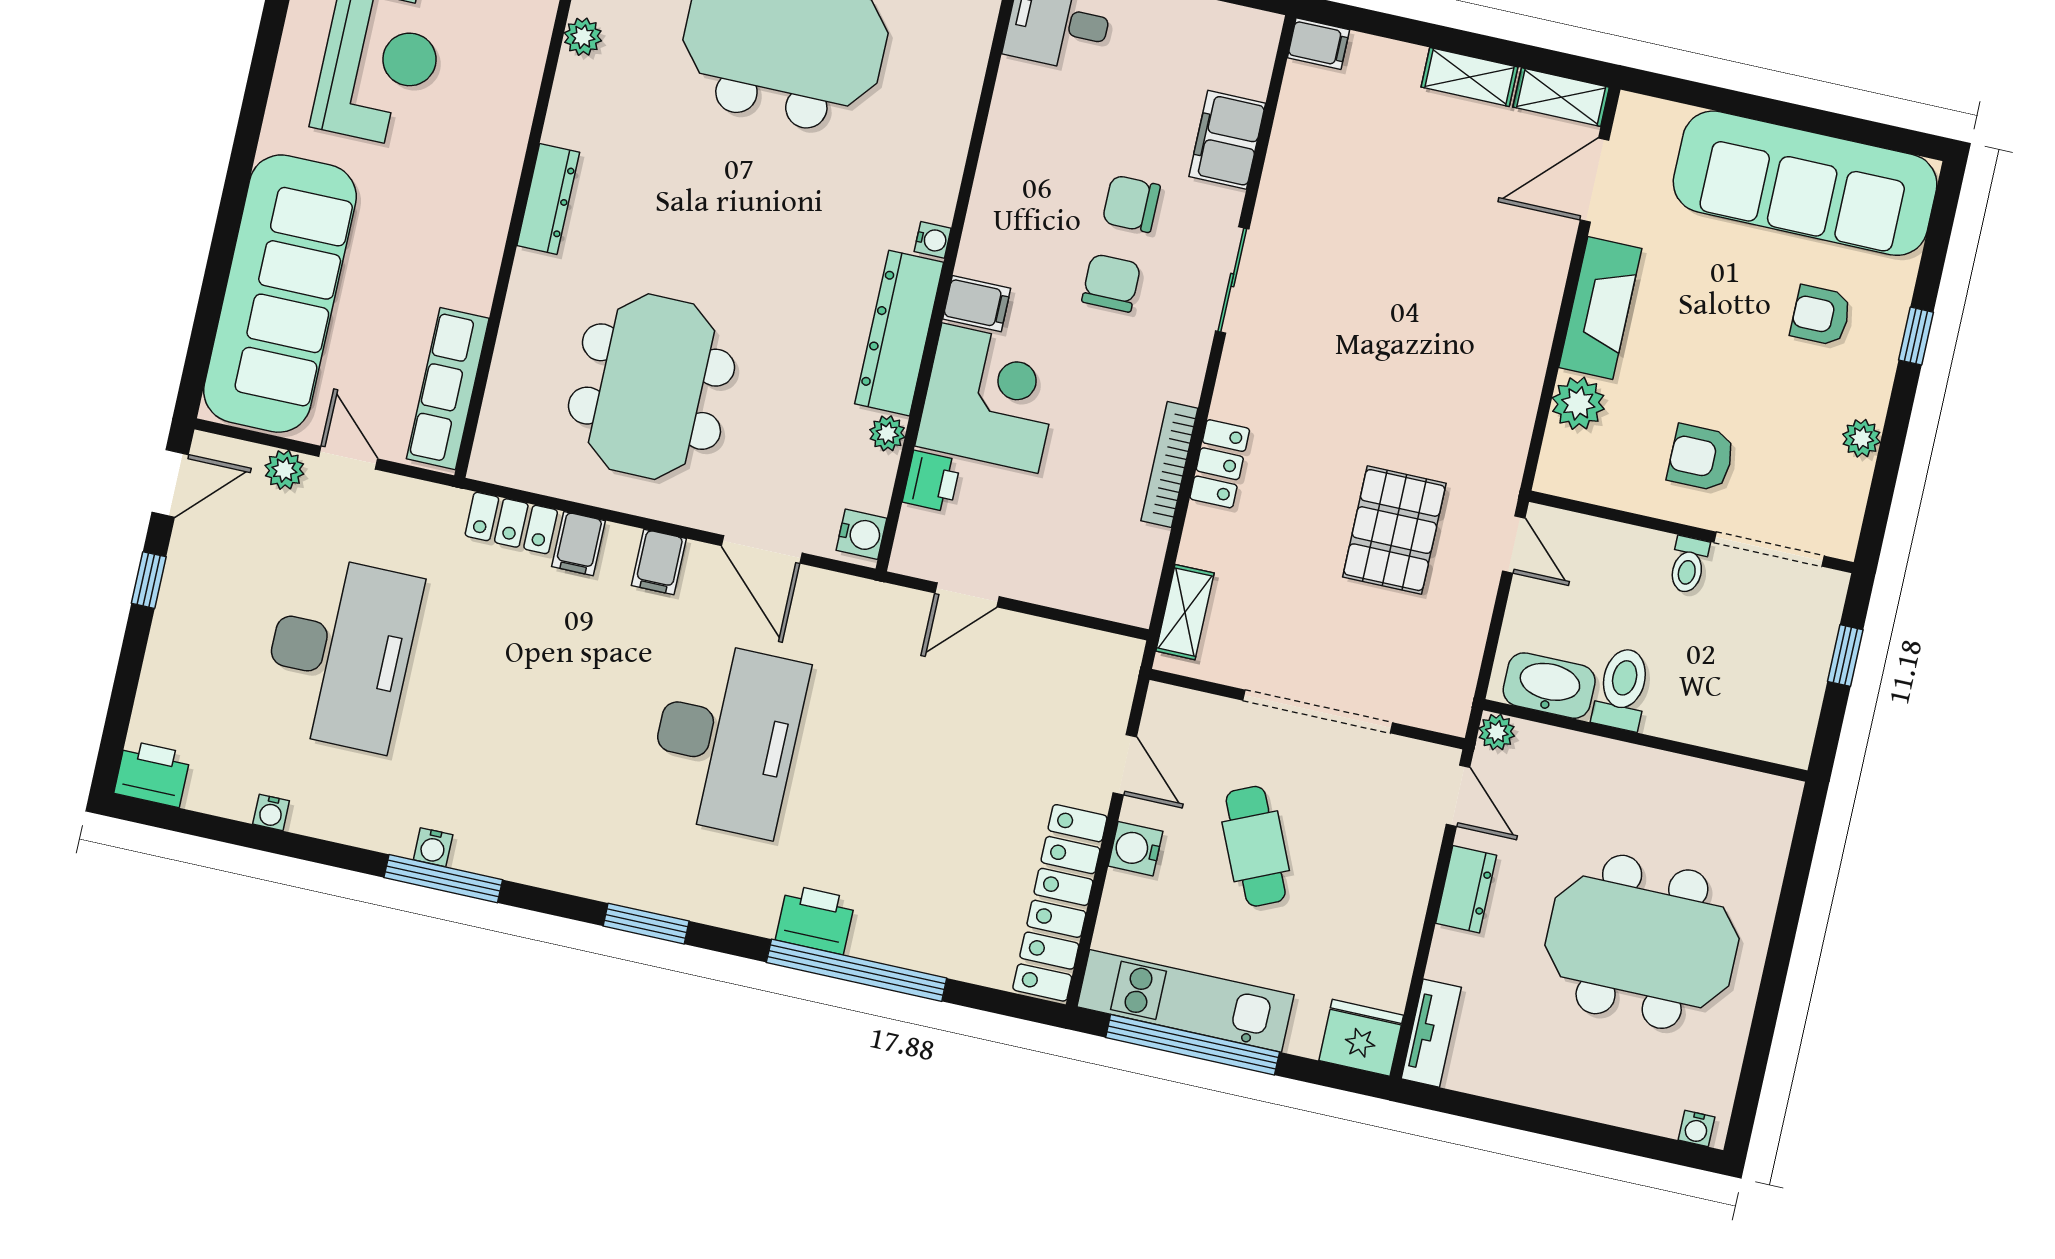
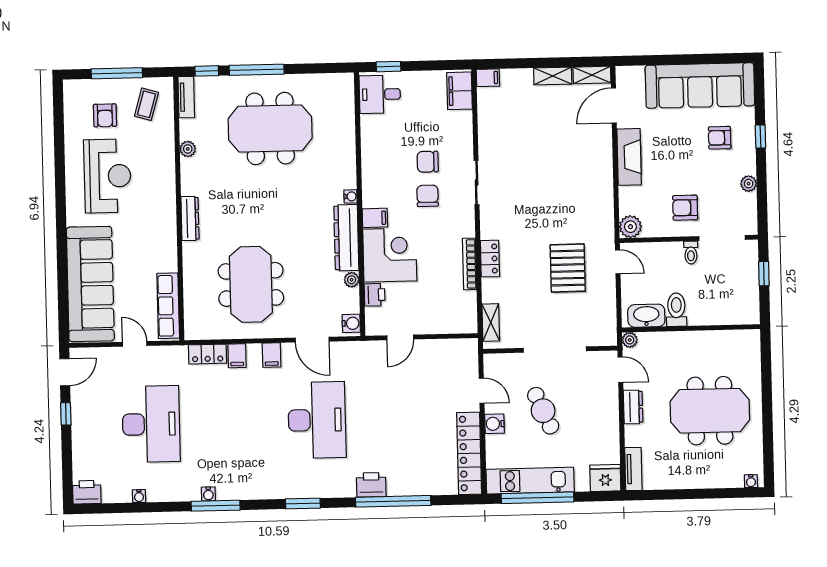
filing cabinet: (1227, 140) -> (460, 91), moved
plant: (1578, 403) -> (630, 227), moved
plant: (284, 470) -> (110, 355), removed

